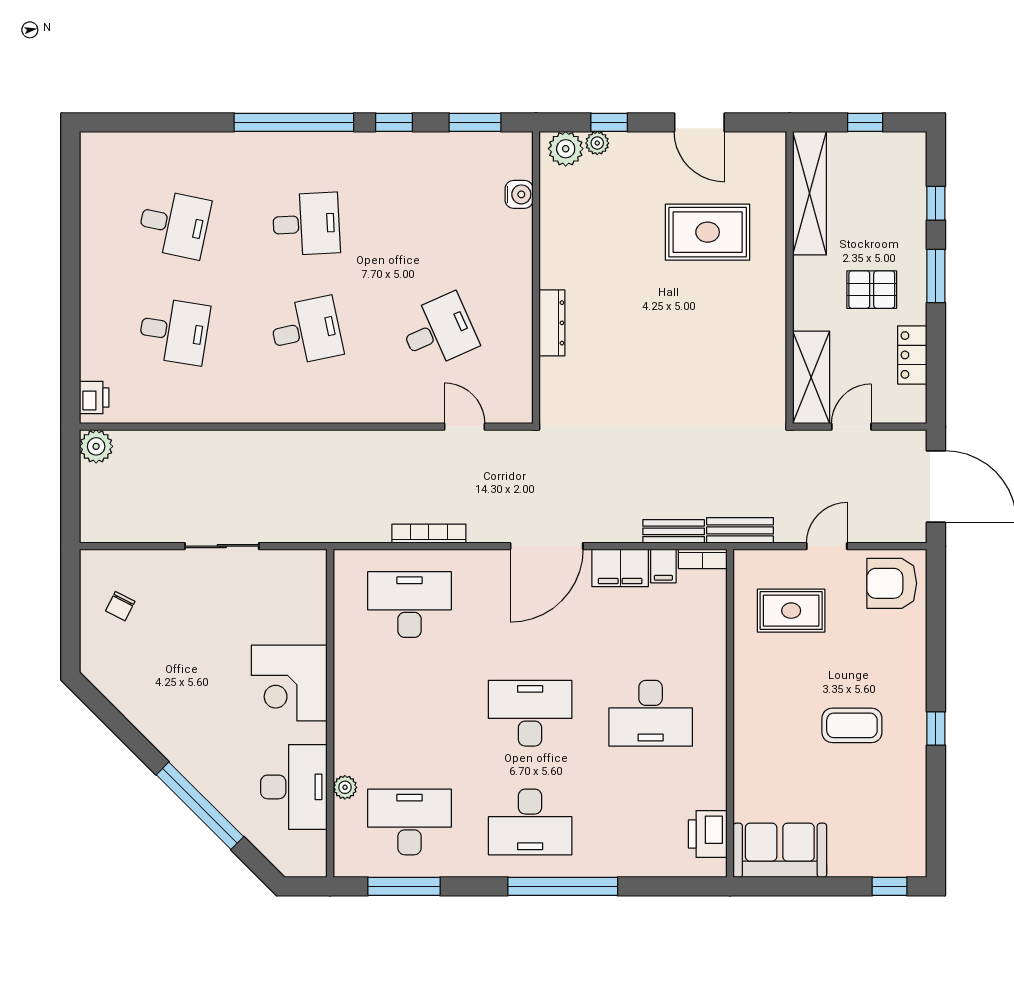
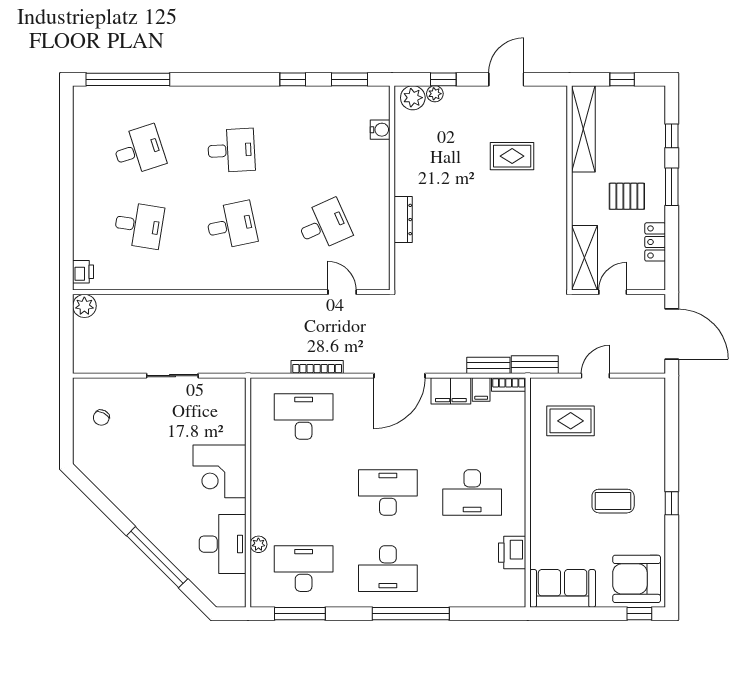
window: (294, 122) -> (128, 79), moved
door: (699, 122) -> (506, 79), swing flipped
desk: (174, 224) -> (139, 150), turned -30
rug: (708, 232) -> (512, 156), width x0.73, depth x0.70
armchair: (892, 583) -> (637, 579), moved, width x1.36, depth x1.36
printer: (708, 834) -> (512, 553), moved

